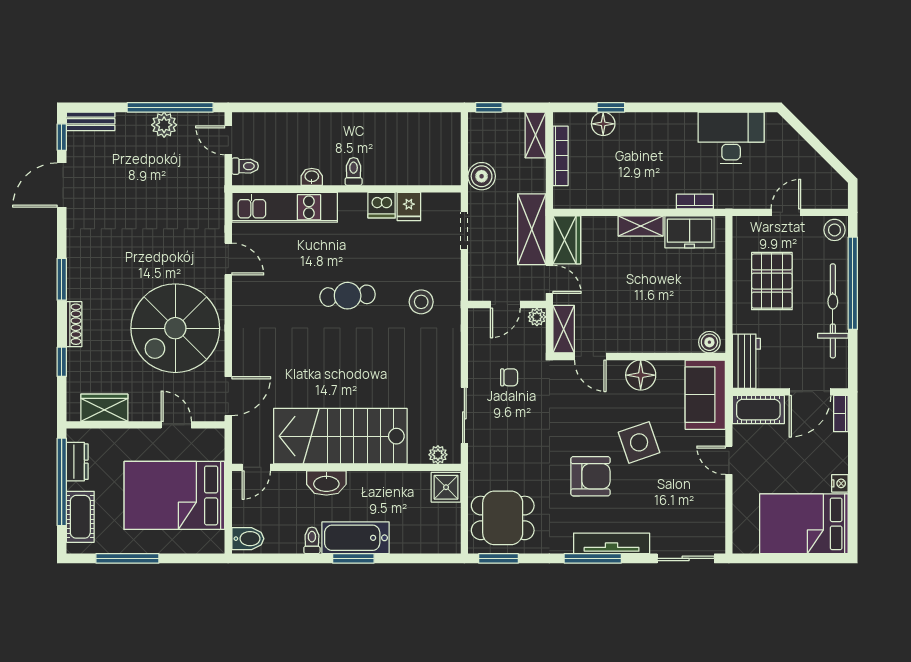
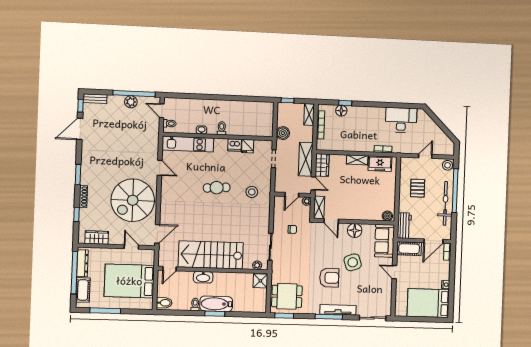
pallet: (772, 281) -> (418, 188), width x0.67, depth x0.71
dresser: (77, 462) -> (82, 263), width x1.44

